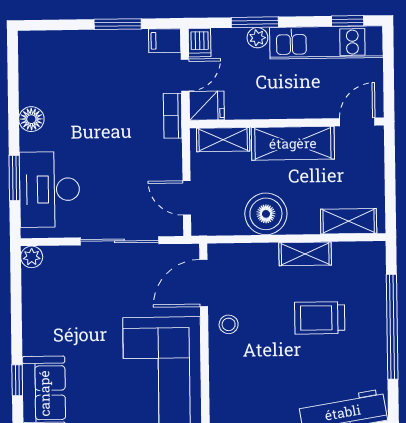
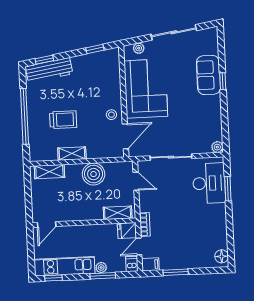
floor lamp: (31, 119) -> (222, 256), moved
shelving: (293, 143) -> (80, 212), removed

